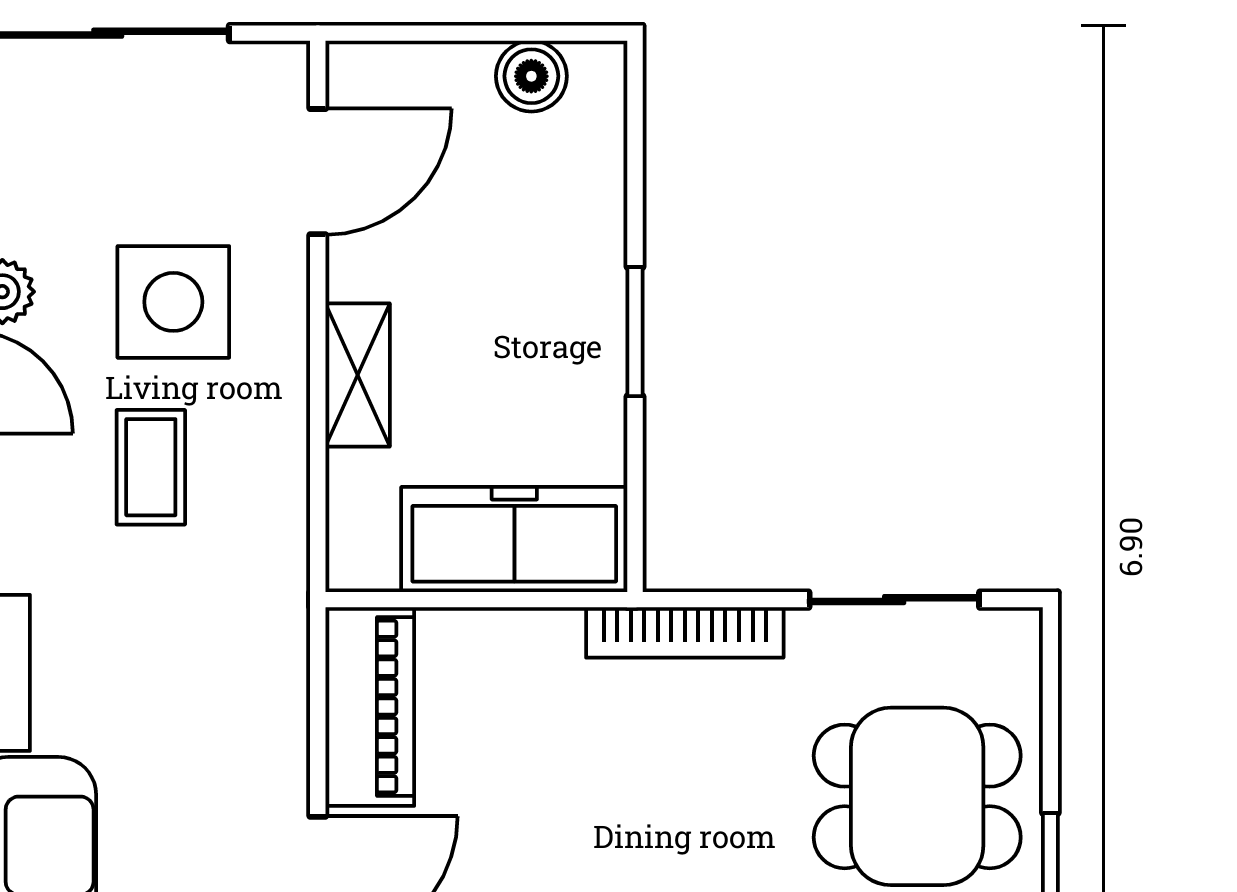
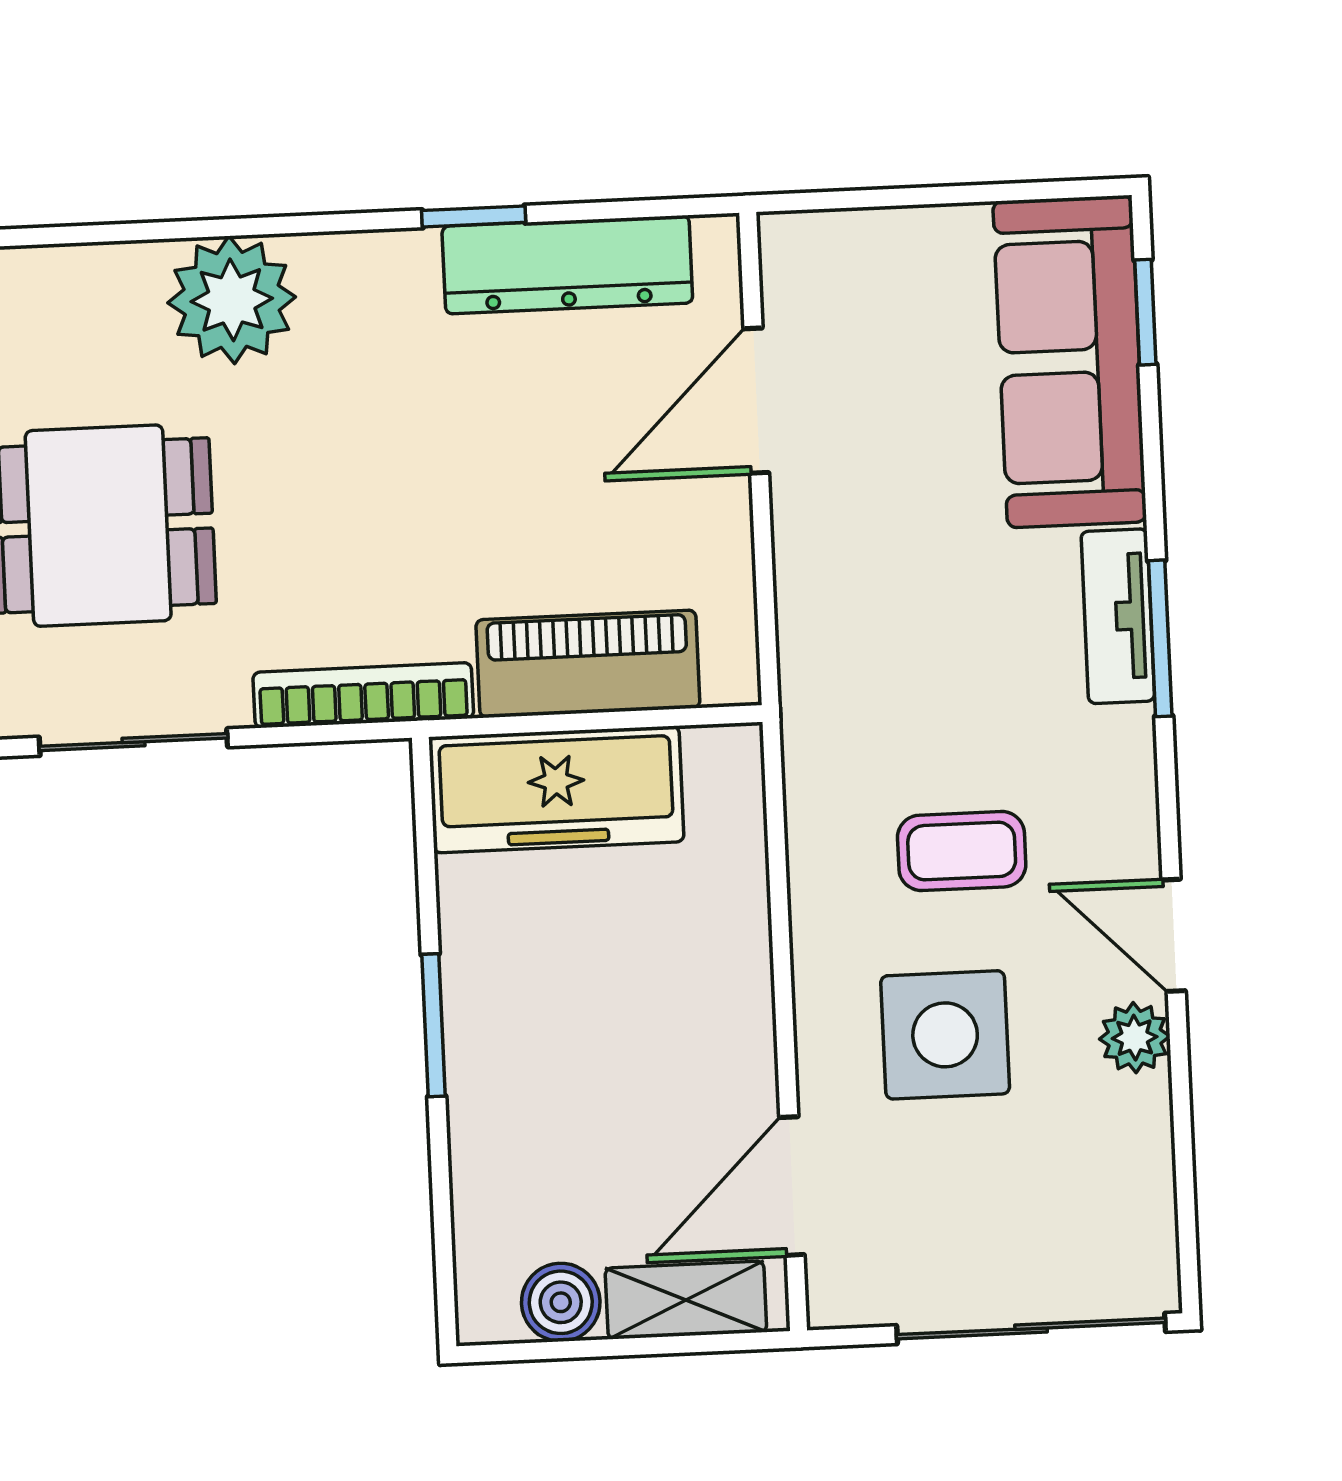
shelving: (358, 375) -> (686, 1300), moved, turned 90
coffee table: (151, 467) -> (962, 851), turned 90
piano: (370, 707) -> (588, 664), moved, turned 90

